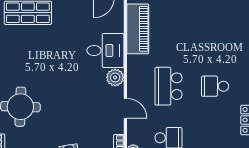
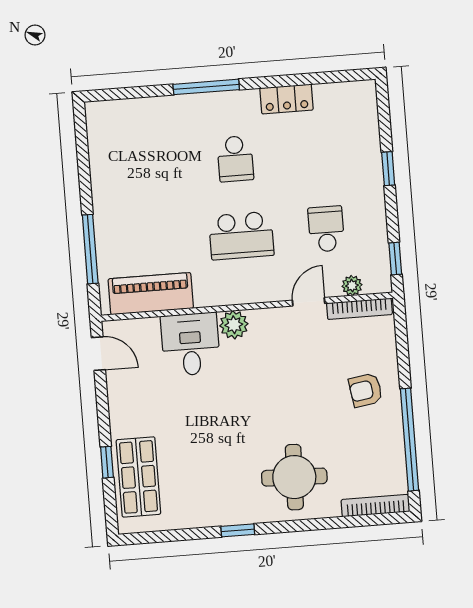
door: (125, 108) -> (309, 302), moved

